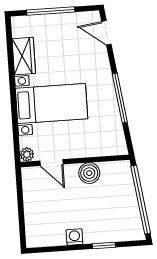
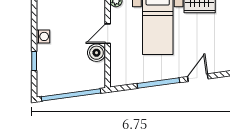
door: (106, 33) -> (198, 78), moved
door: (51, 162) -> (108, 34), moved

